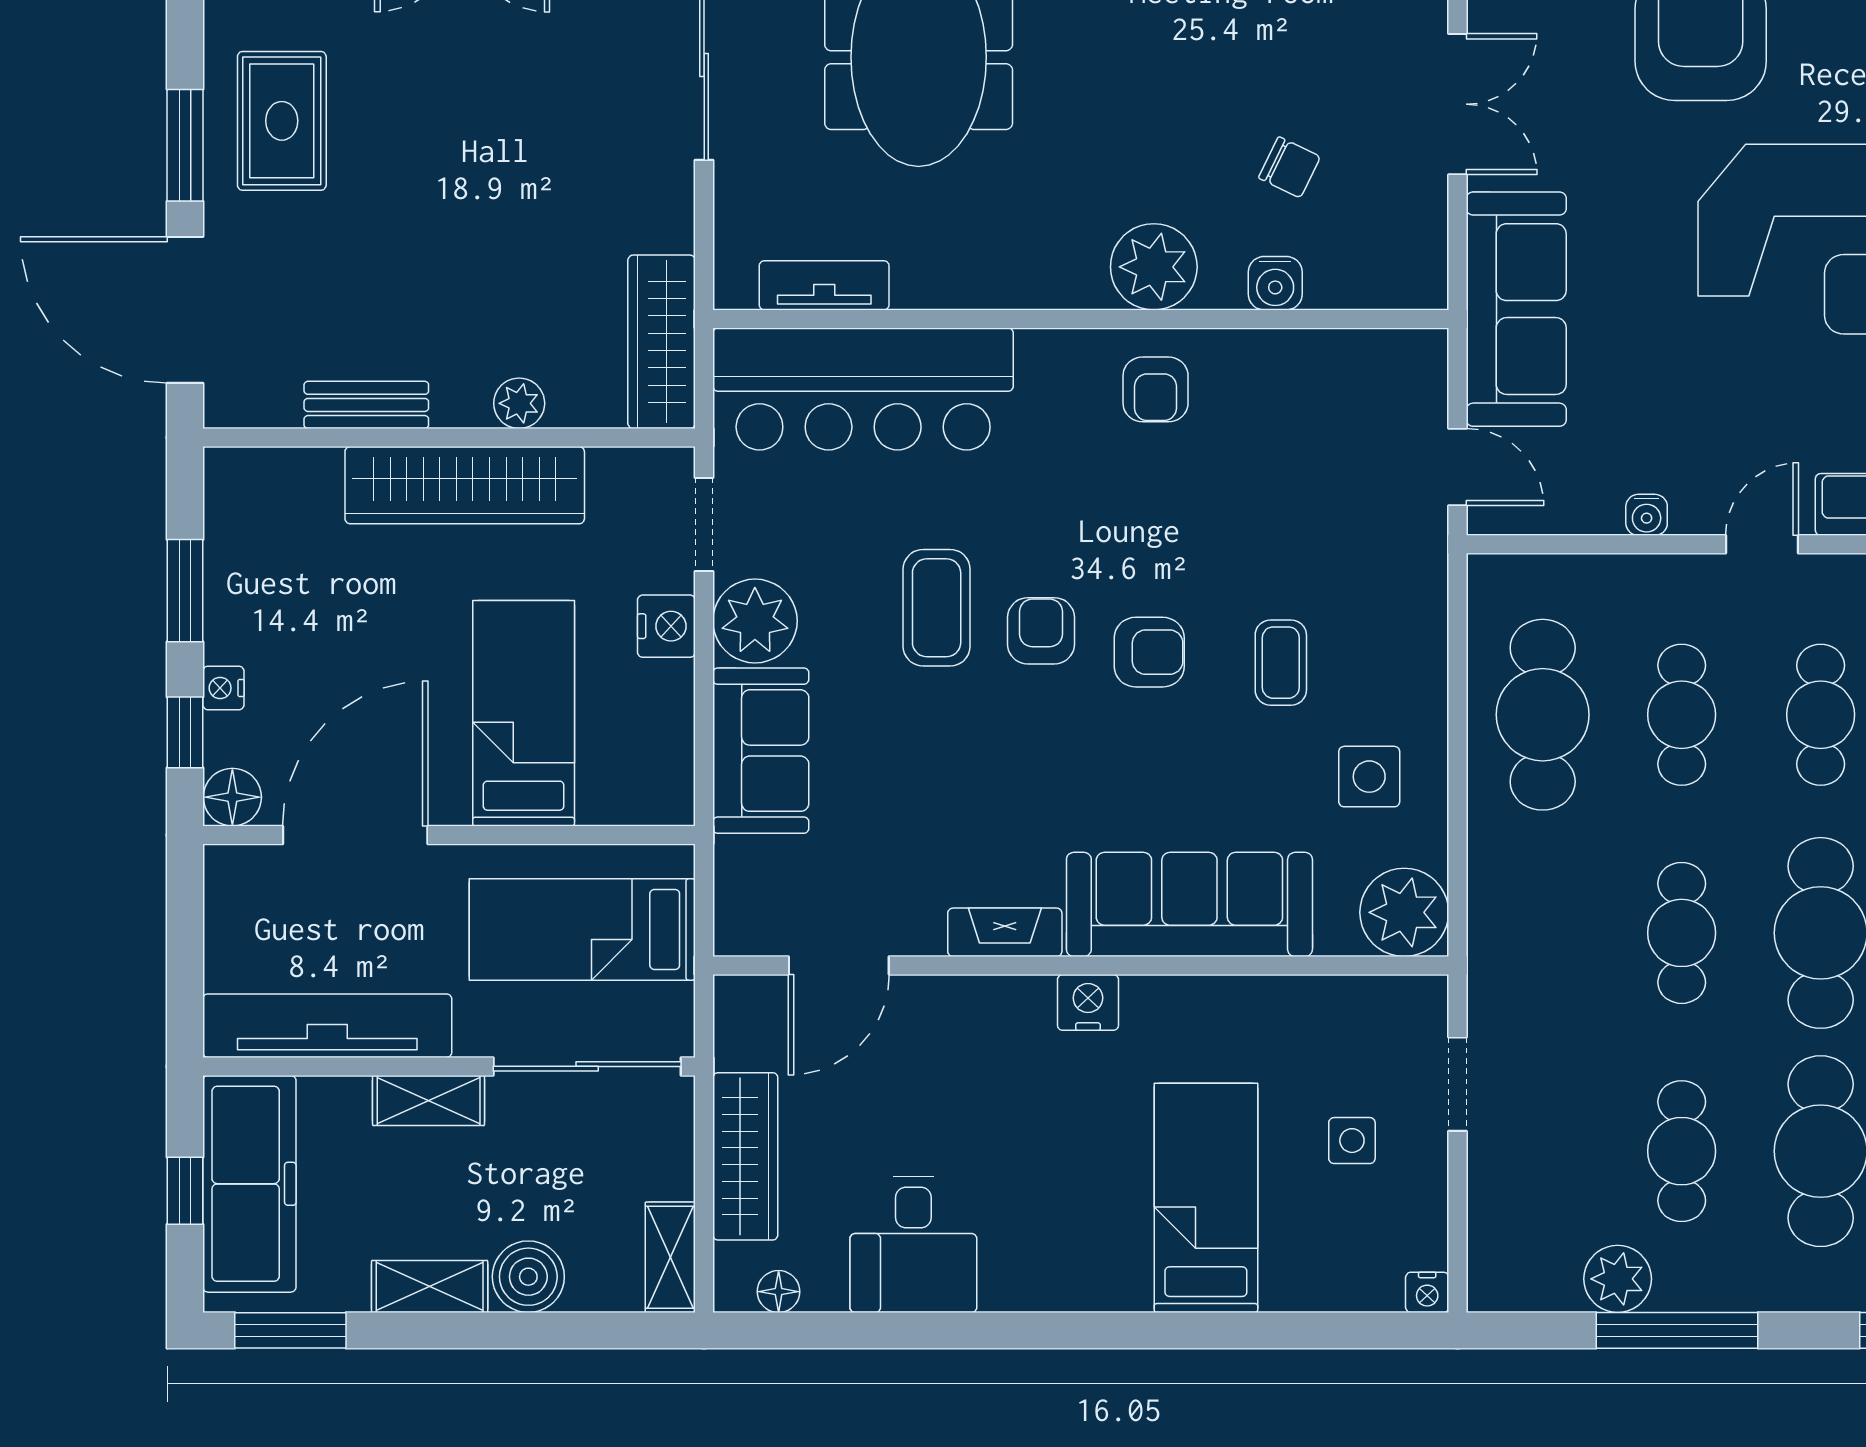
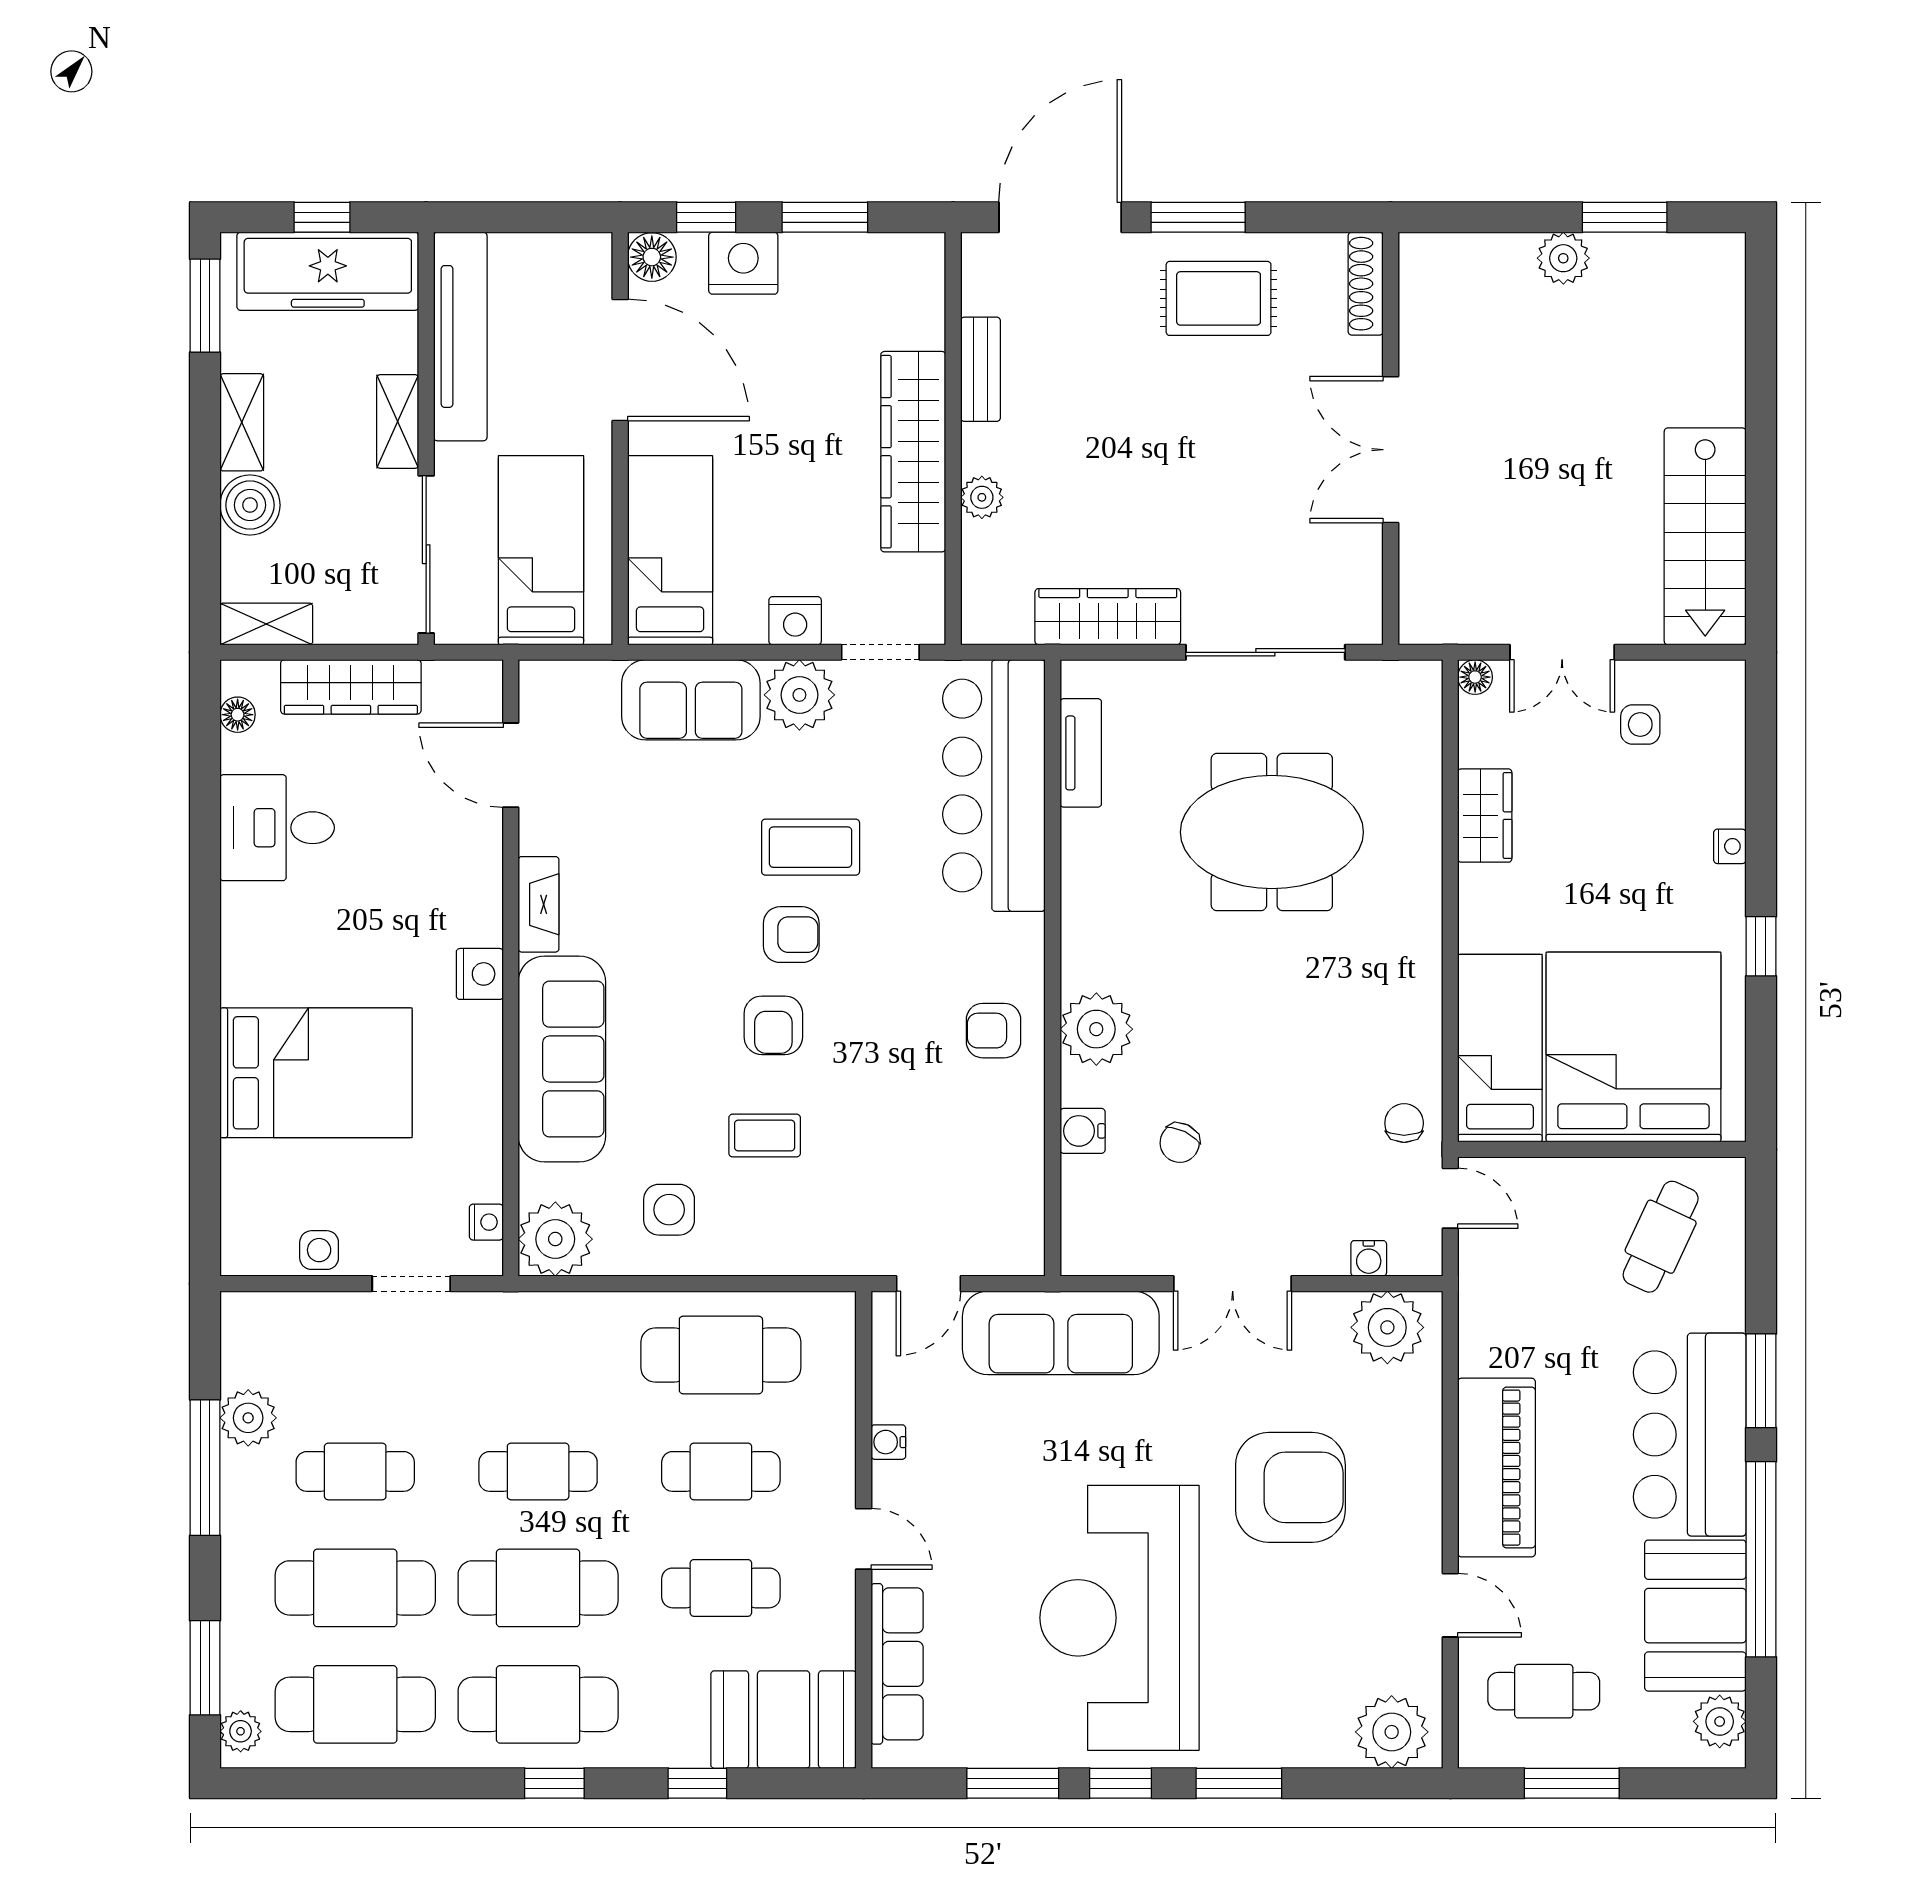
wardrobe: (662, 342) -> (1108, 617), moved
nightstand: (223, 688) -> (743, 263), width x1.89, depth x1.79
bed: (524, 713) -> (670, 550), moved, turned -90
side table: (1352, 1141) -> (319, 1250), moved
bed: (1206, 1198) -> (316, 1073), width x1.50
nightstand: (1427, 1292) -> (486, 1222), moved, turned 180

